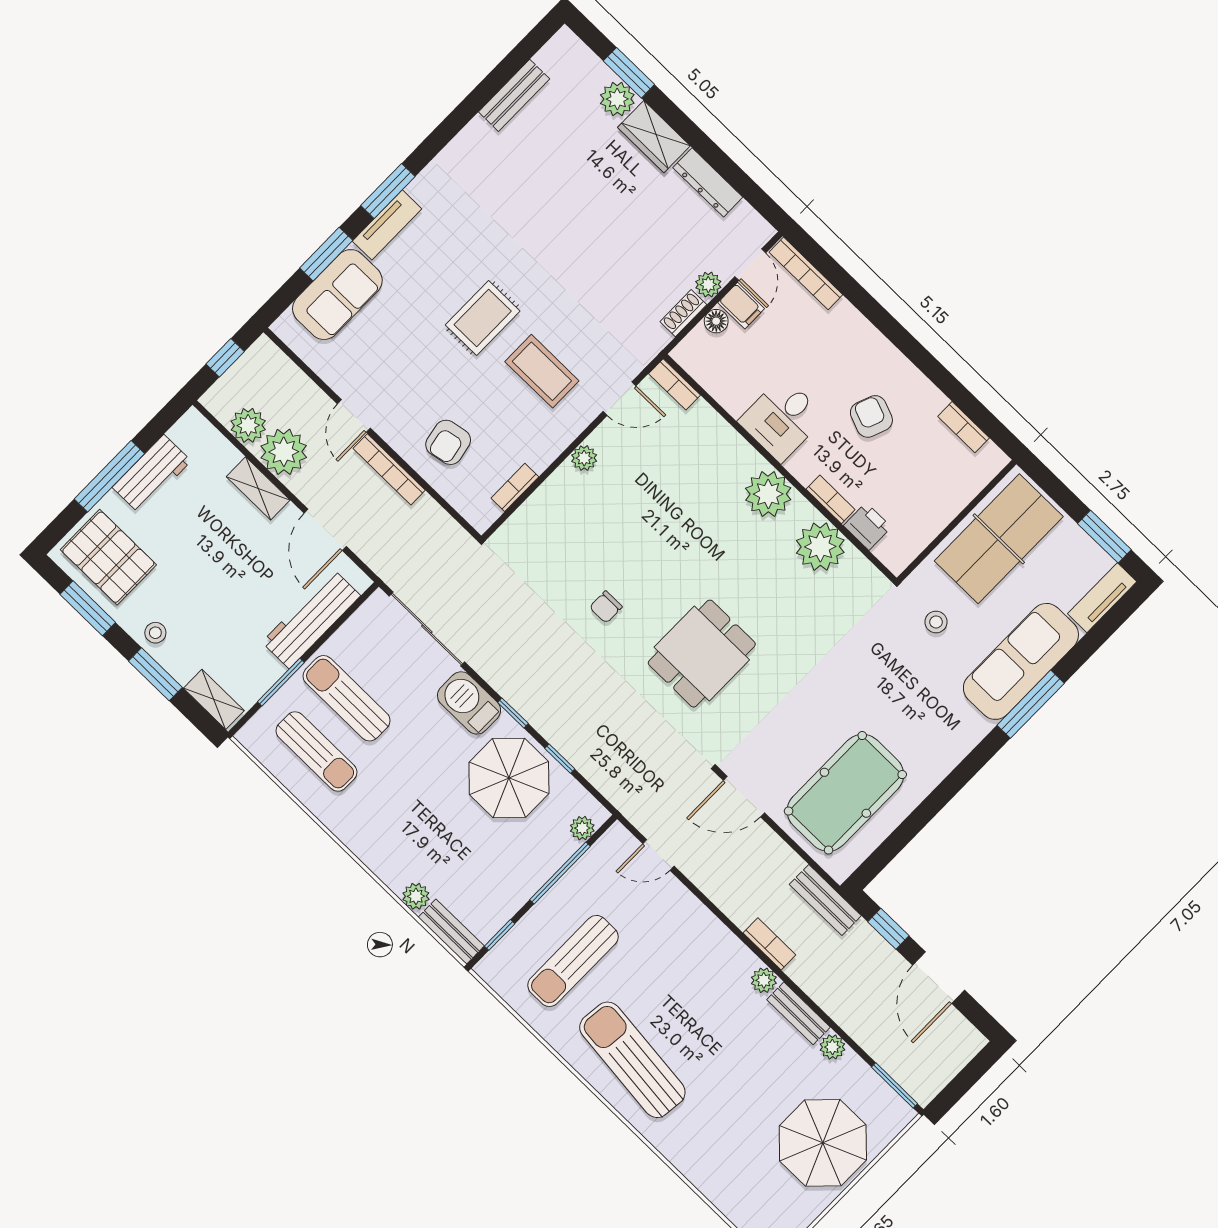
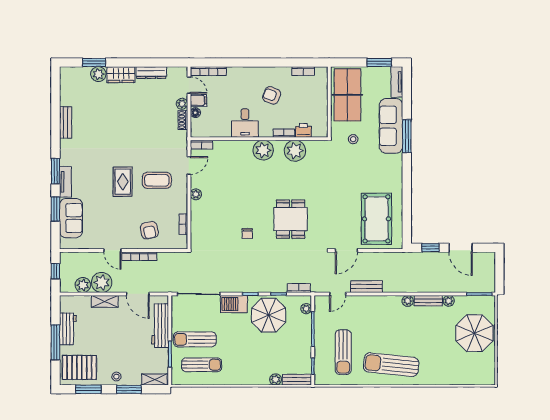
bench: (514, 95) -> (66, 122), moved
bench: (825, 900) -> (366, 287), moved
bookcase: (769, 944) -> (299, 288), moved

